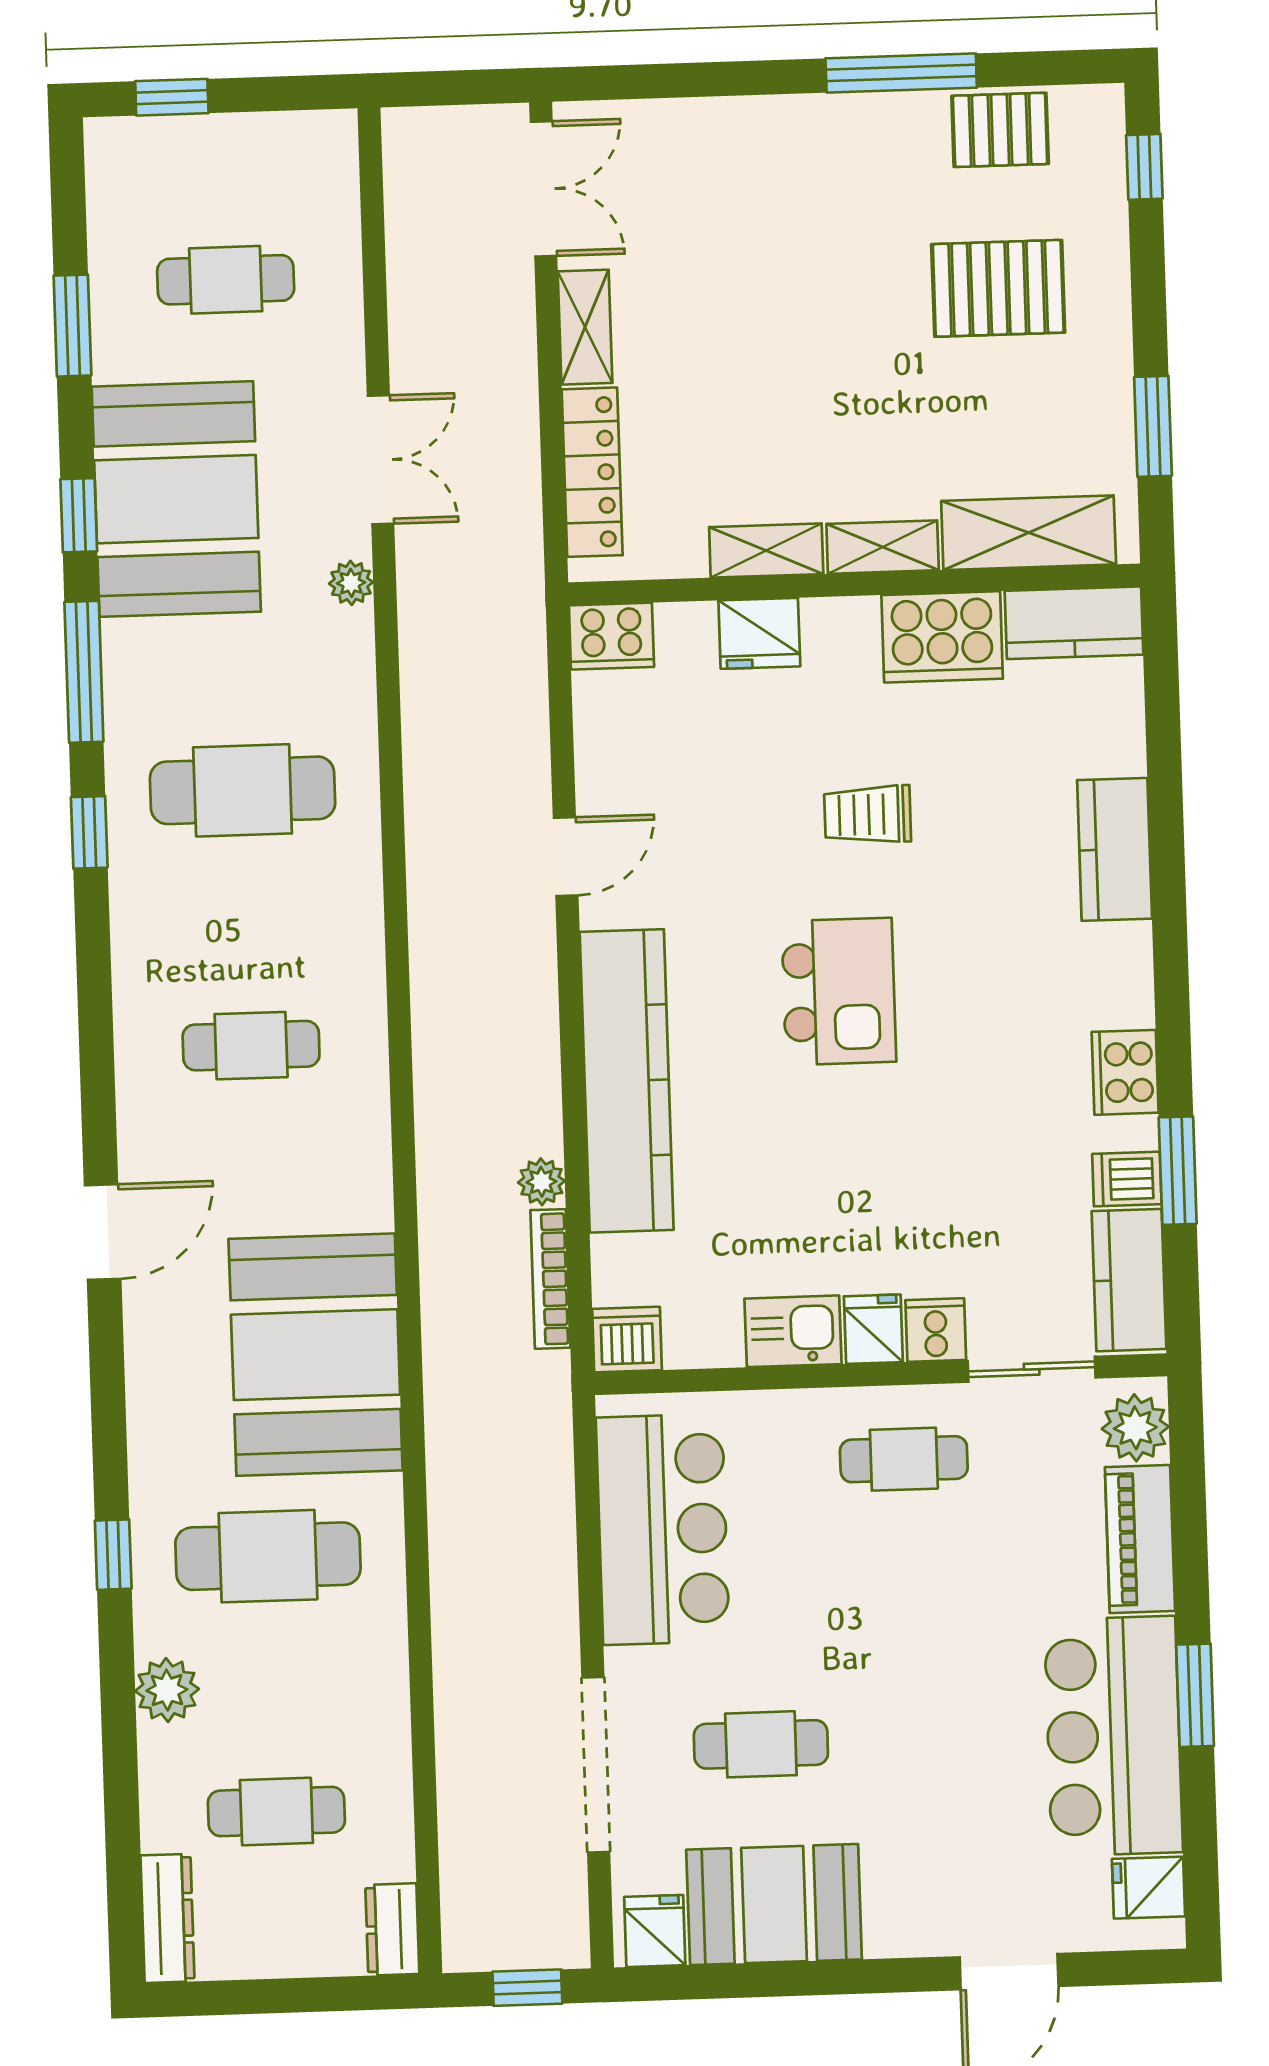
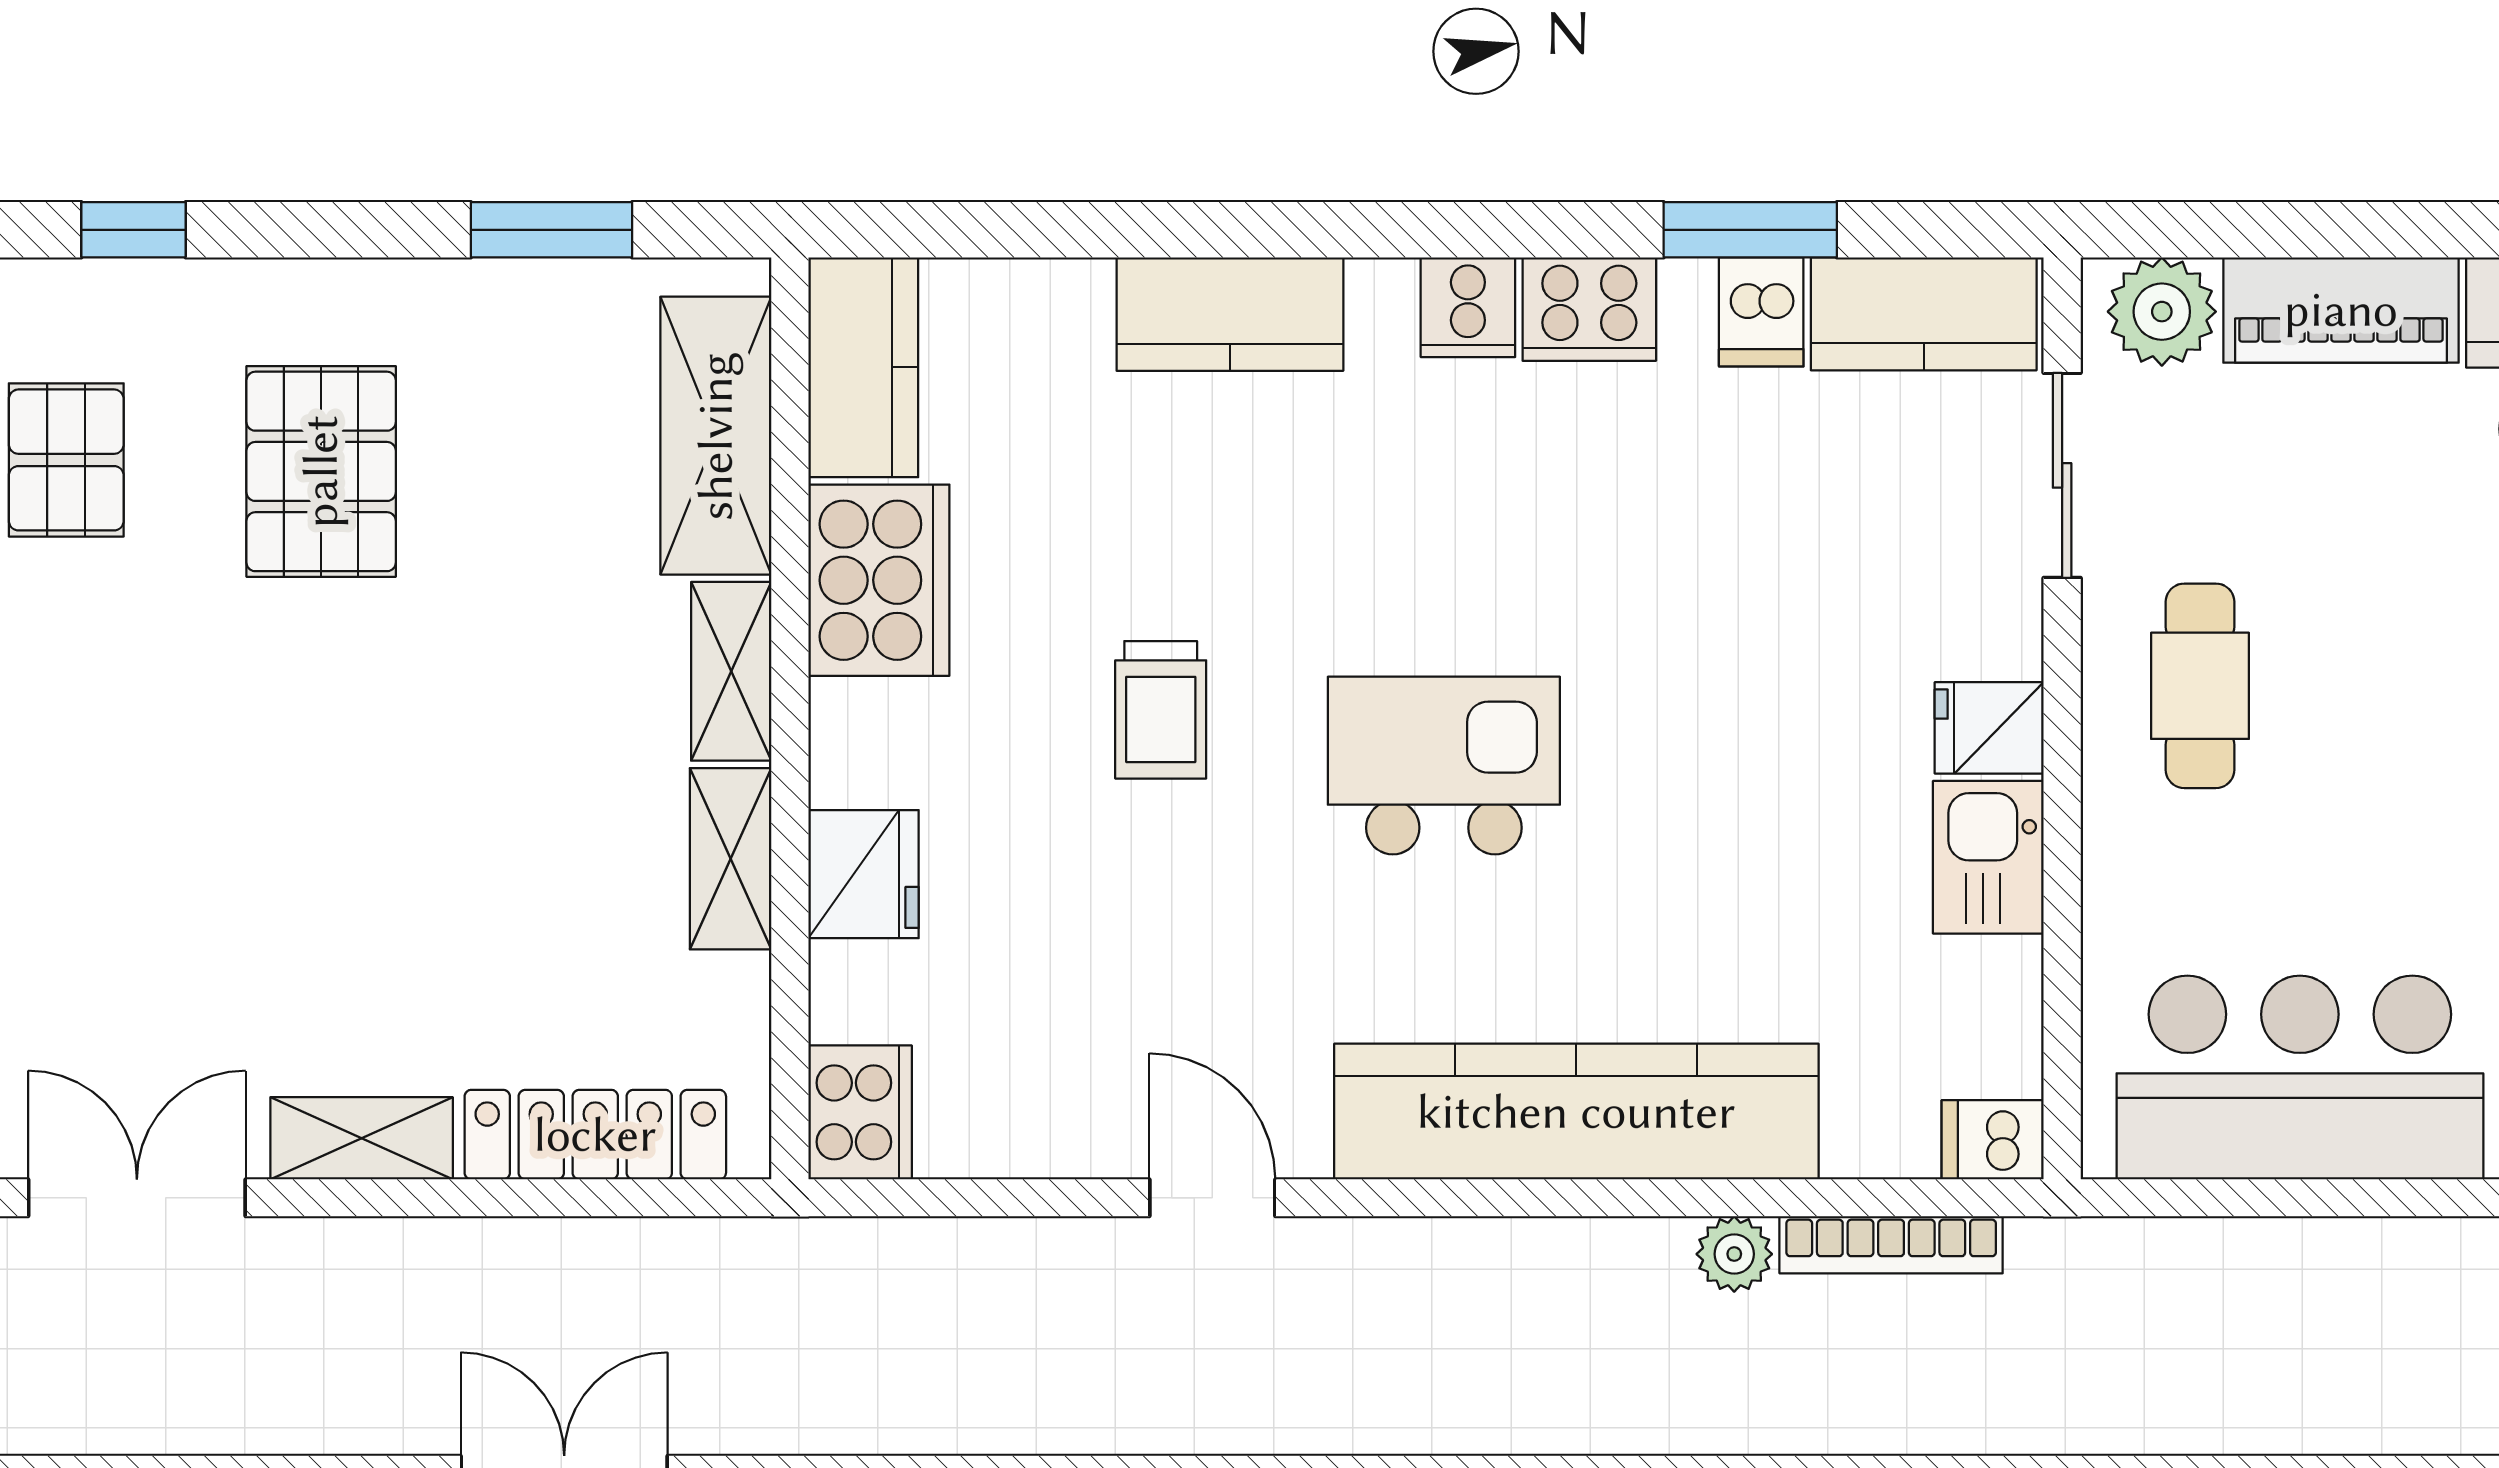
cooker: (936, 1330) -> (1468, 307), moved, turned -90
dishwasher: (627, 1340) -> (1993, 1140), width x0.73

